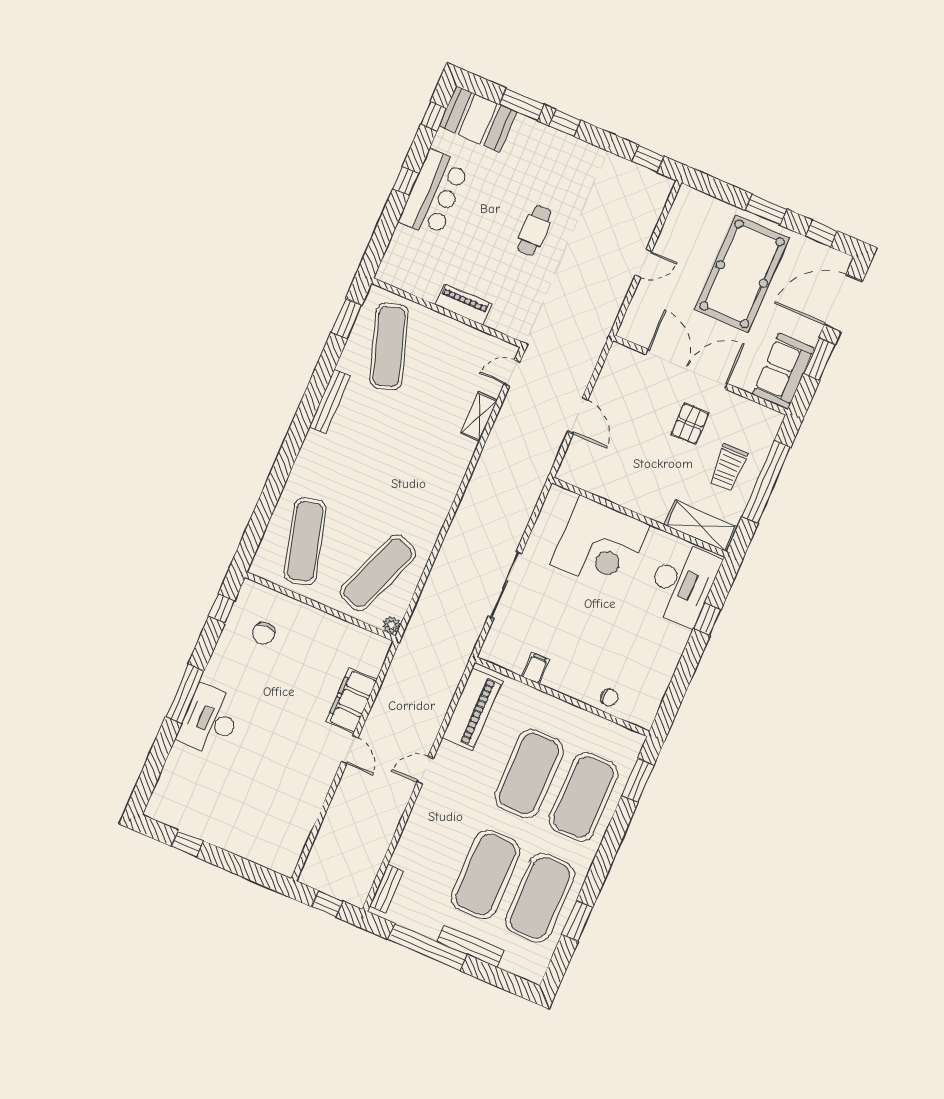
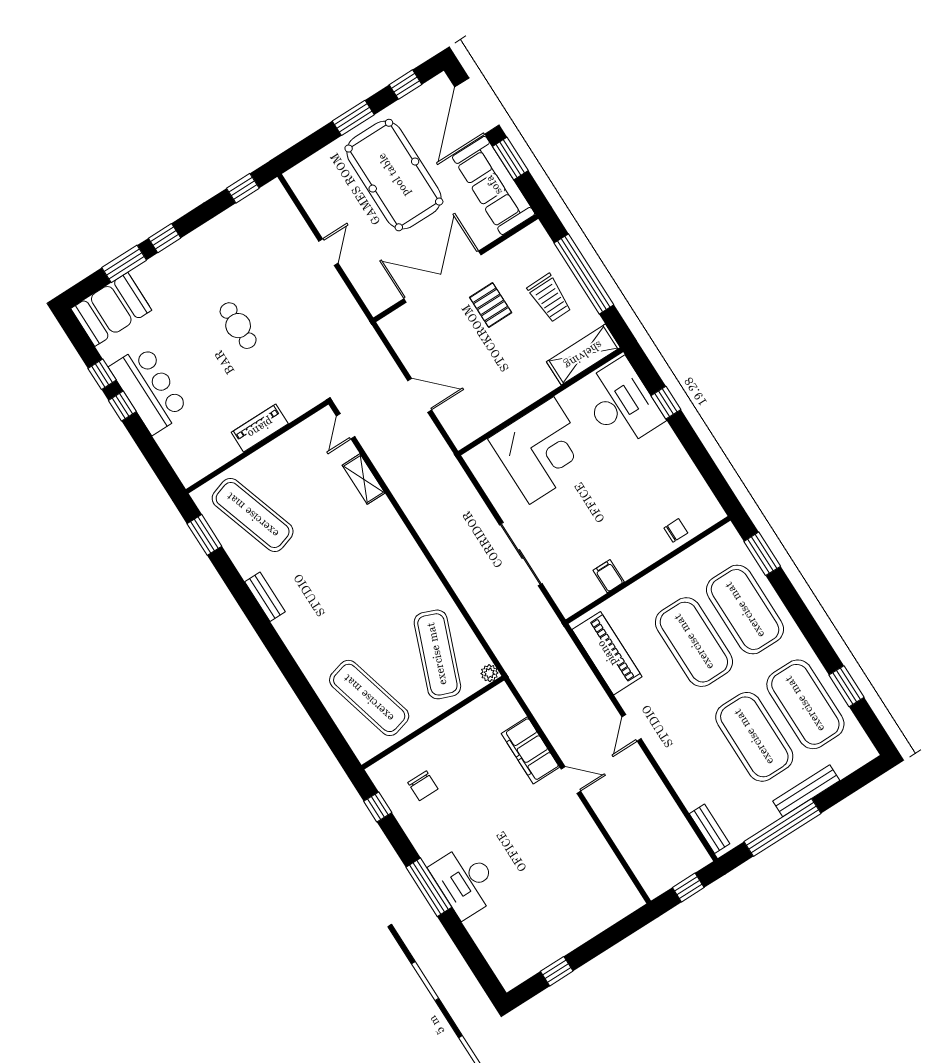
window: (434, 116) -> (102, 374), moved
sofa: (783, 371) -> (494, 185), width x1.36
bench: (330, 401) -> (265, 597), width x0.73

